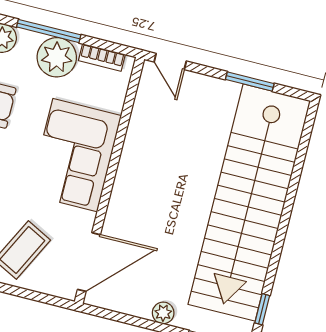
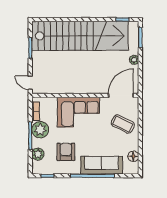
door: (170, 61) -> (30, 83), swing flipped
door: (89, 262) -> (121, 95), hinge flipped

